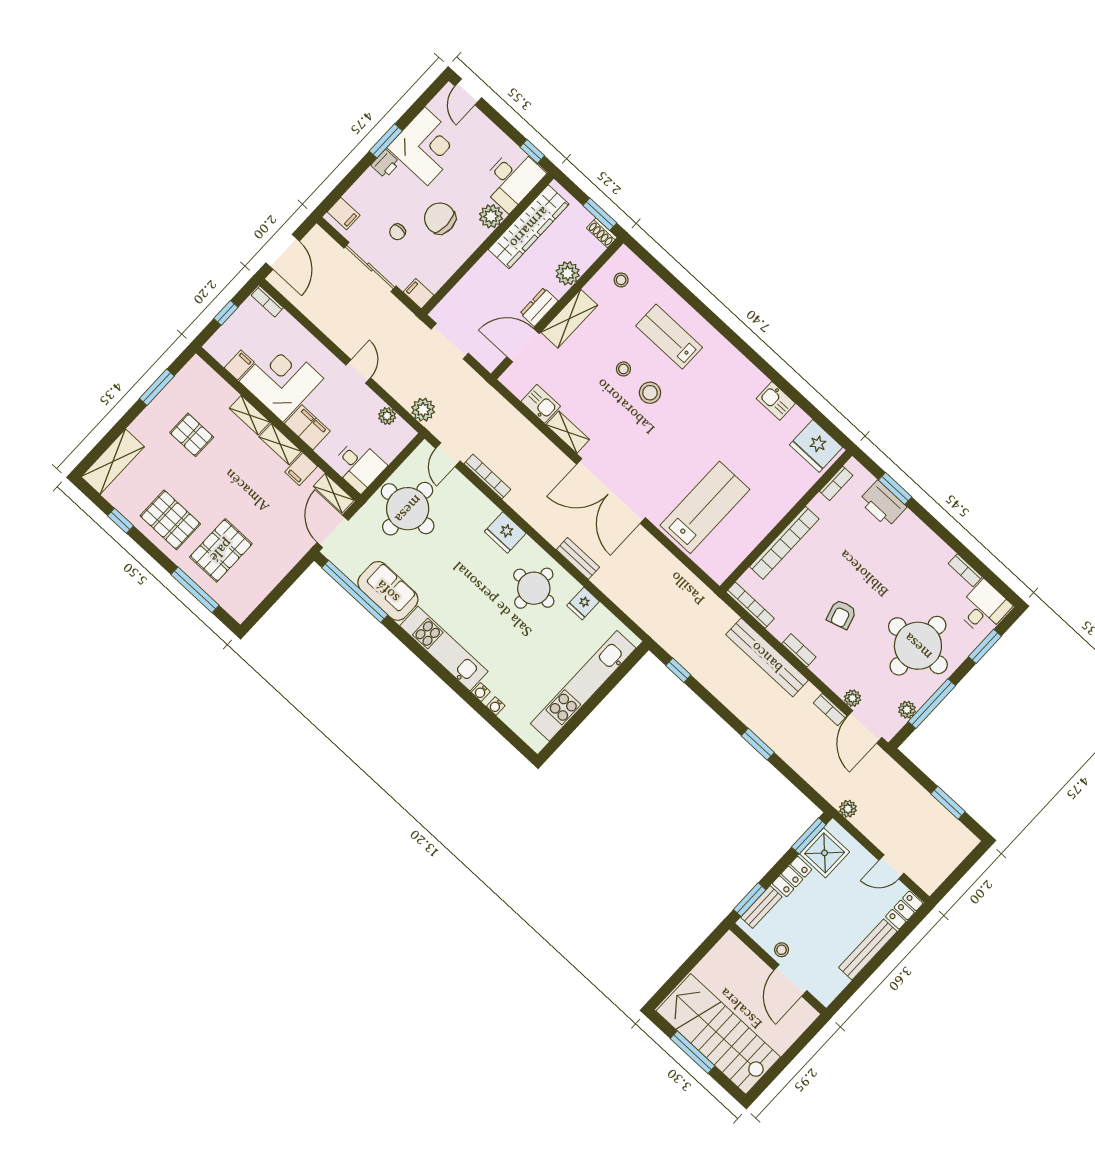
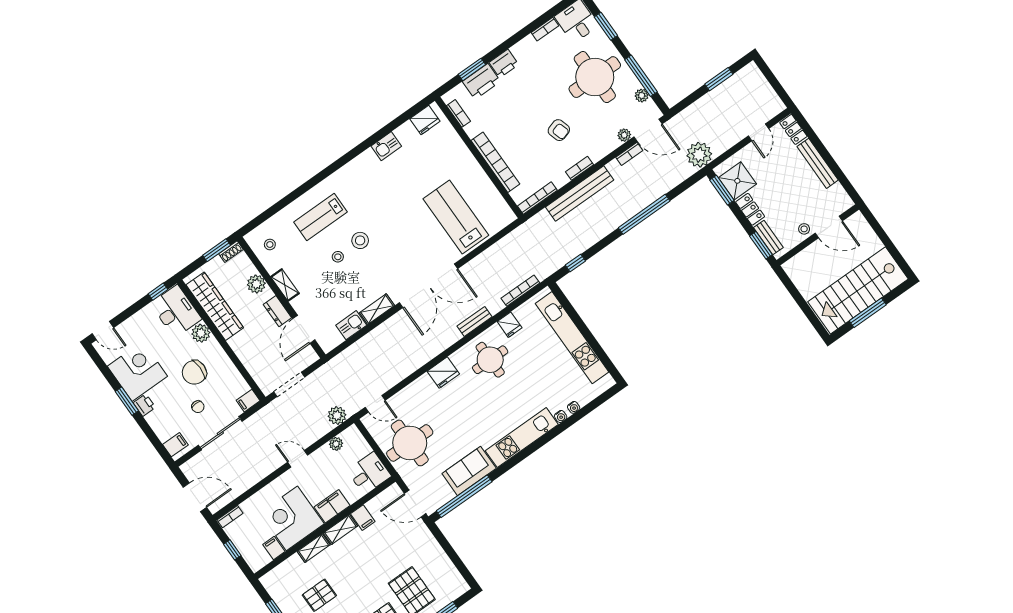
shelving: (569, 319) -> (285, 285), width x0.67, depth x0.75
fridge: (816, 446) -> (425, 120), width x0.73, depth x0.75
bookcase: (487, 477) -> (520, 291), moved
shelving: (334, 493) -> (386, 497), removed
printer: (911, 527) -> (504, 64), added
window: (758, 744) -> (644, 214), width x2.11
plant: (848, 809) -> (699, 155), width x1.87, depth x1.87

